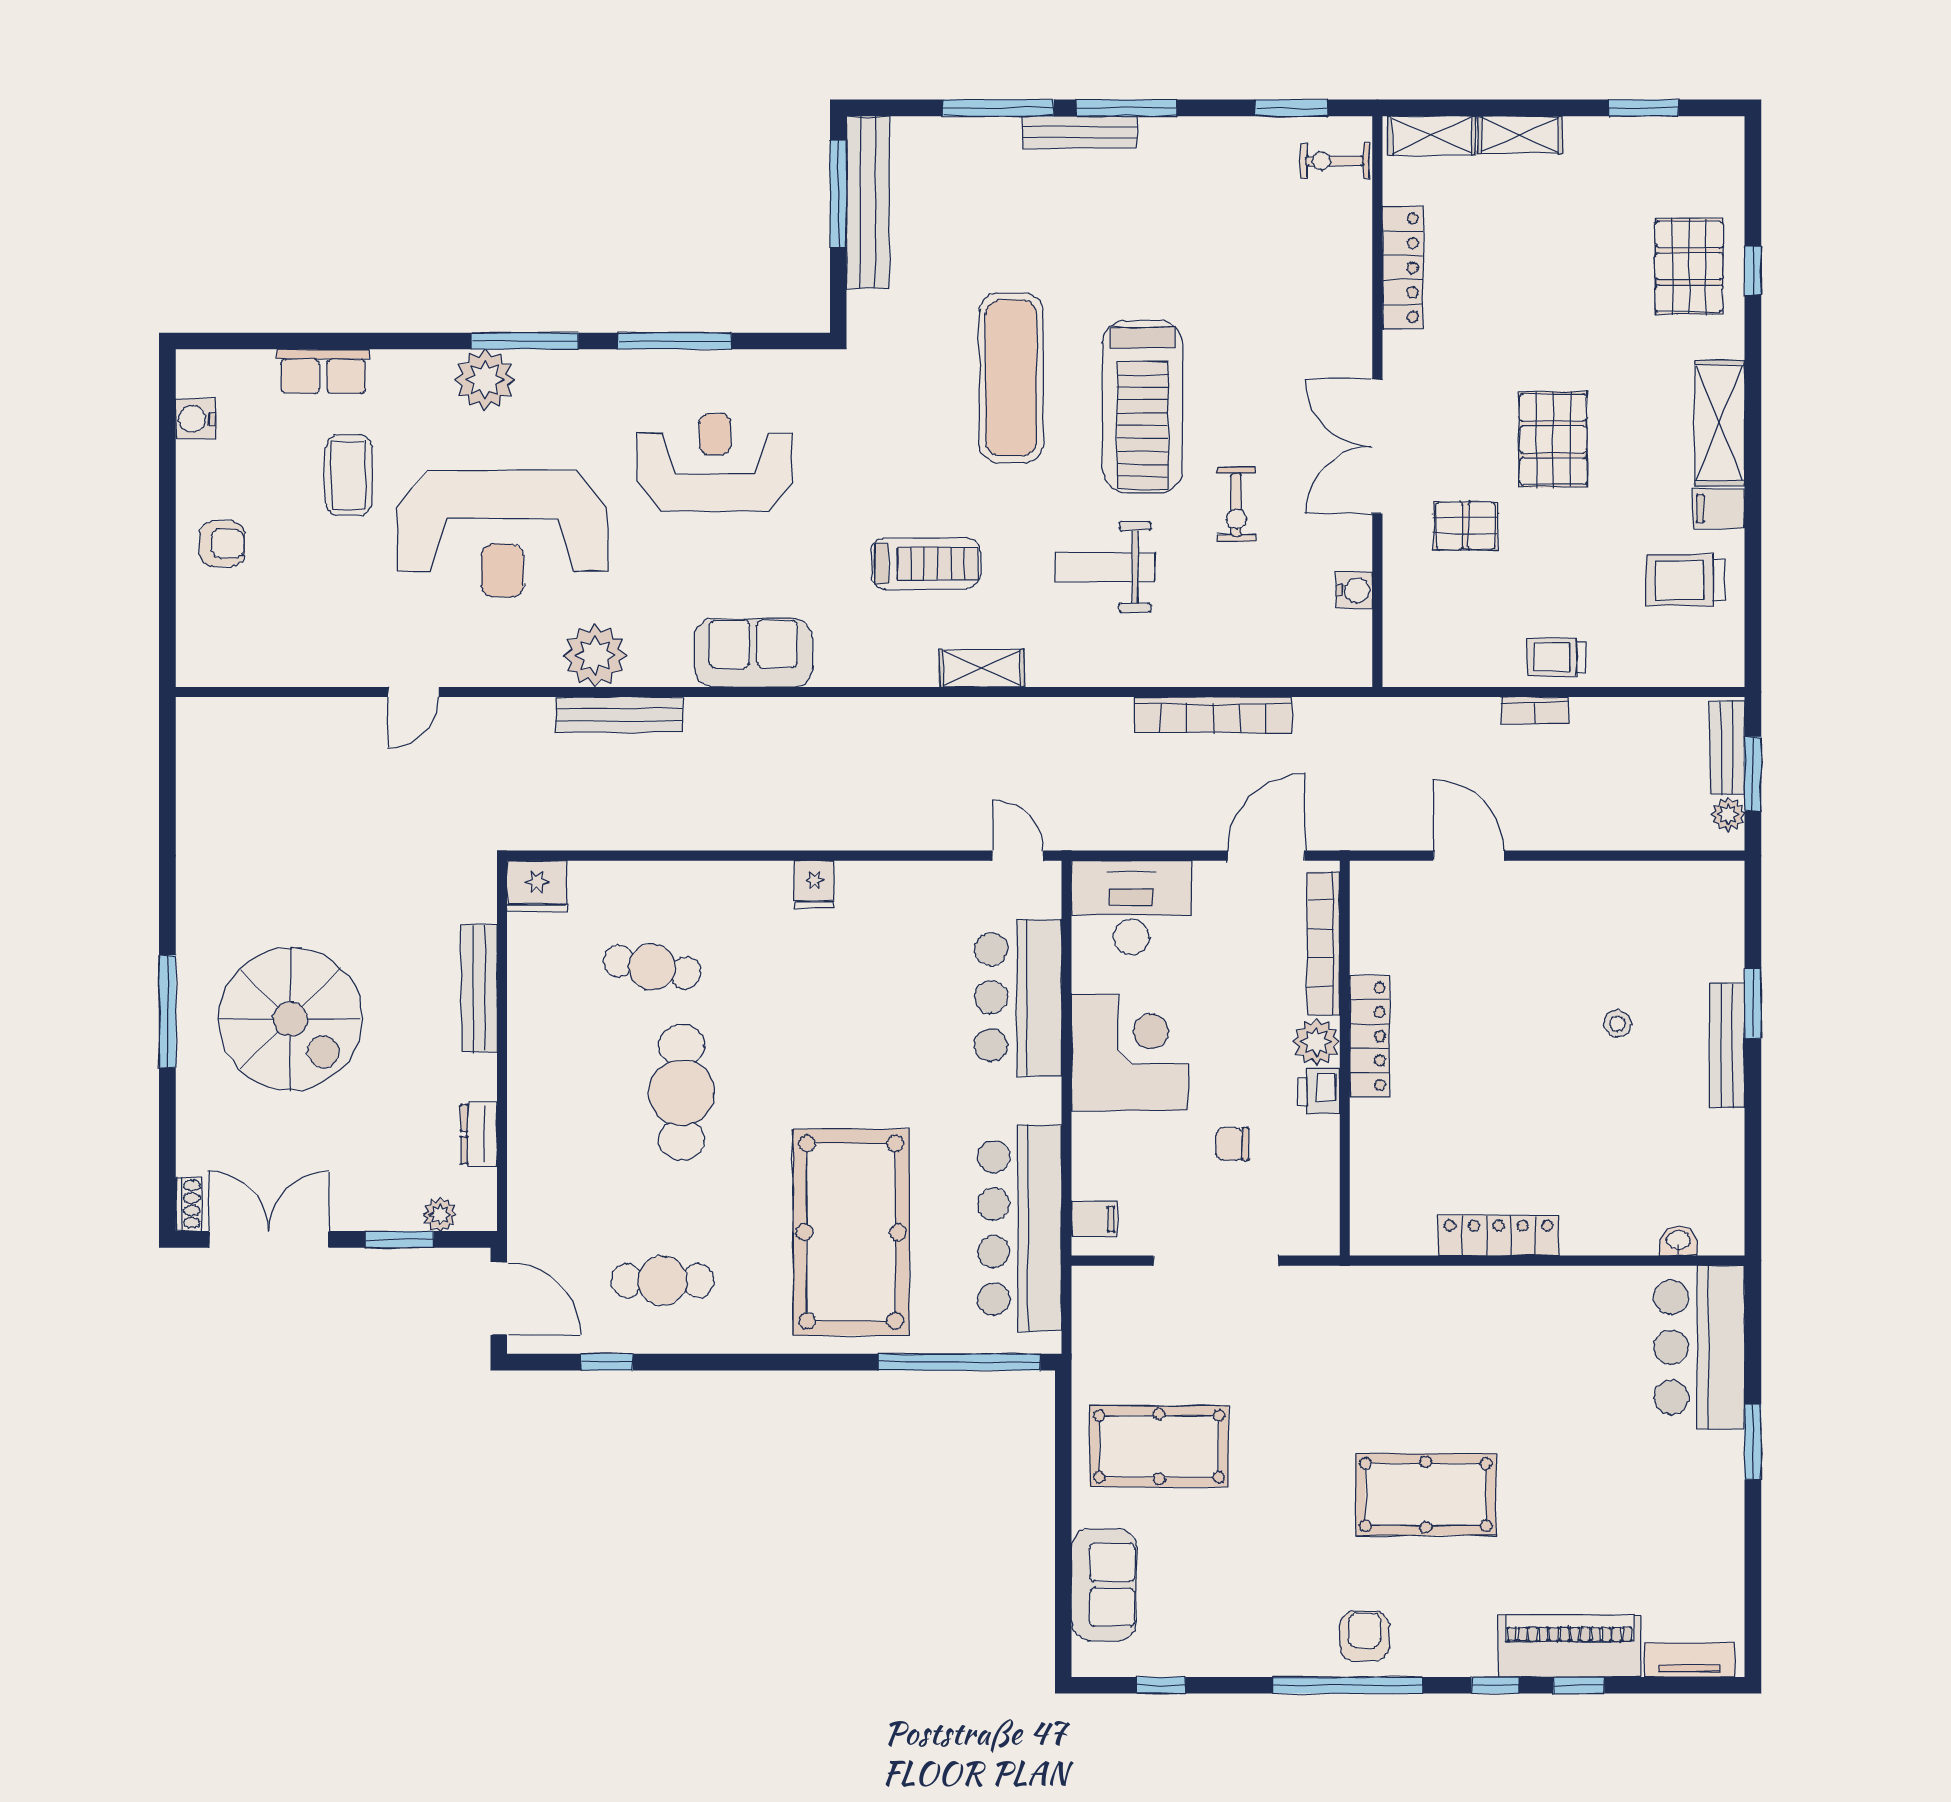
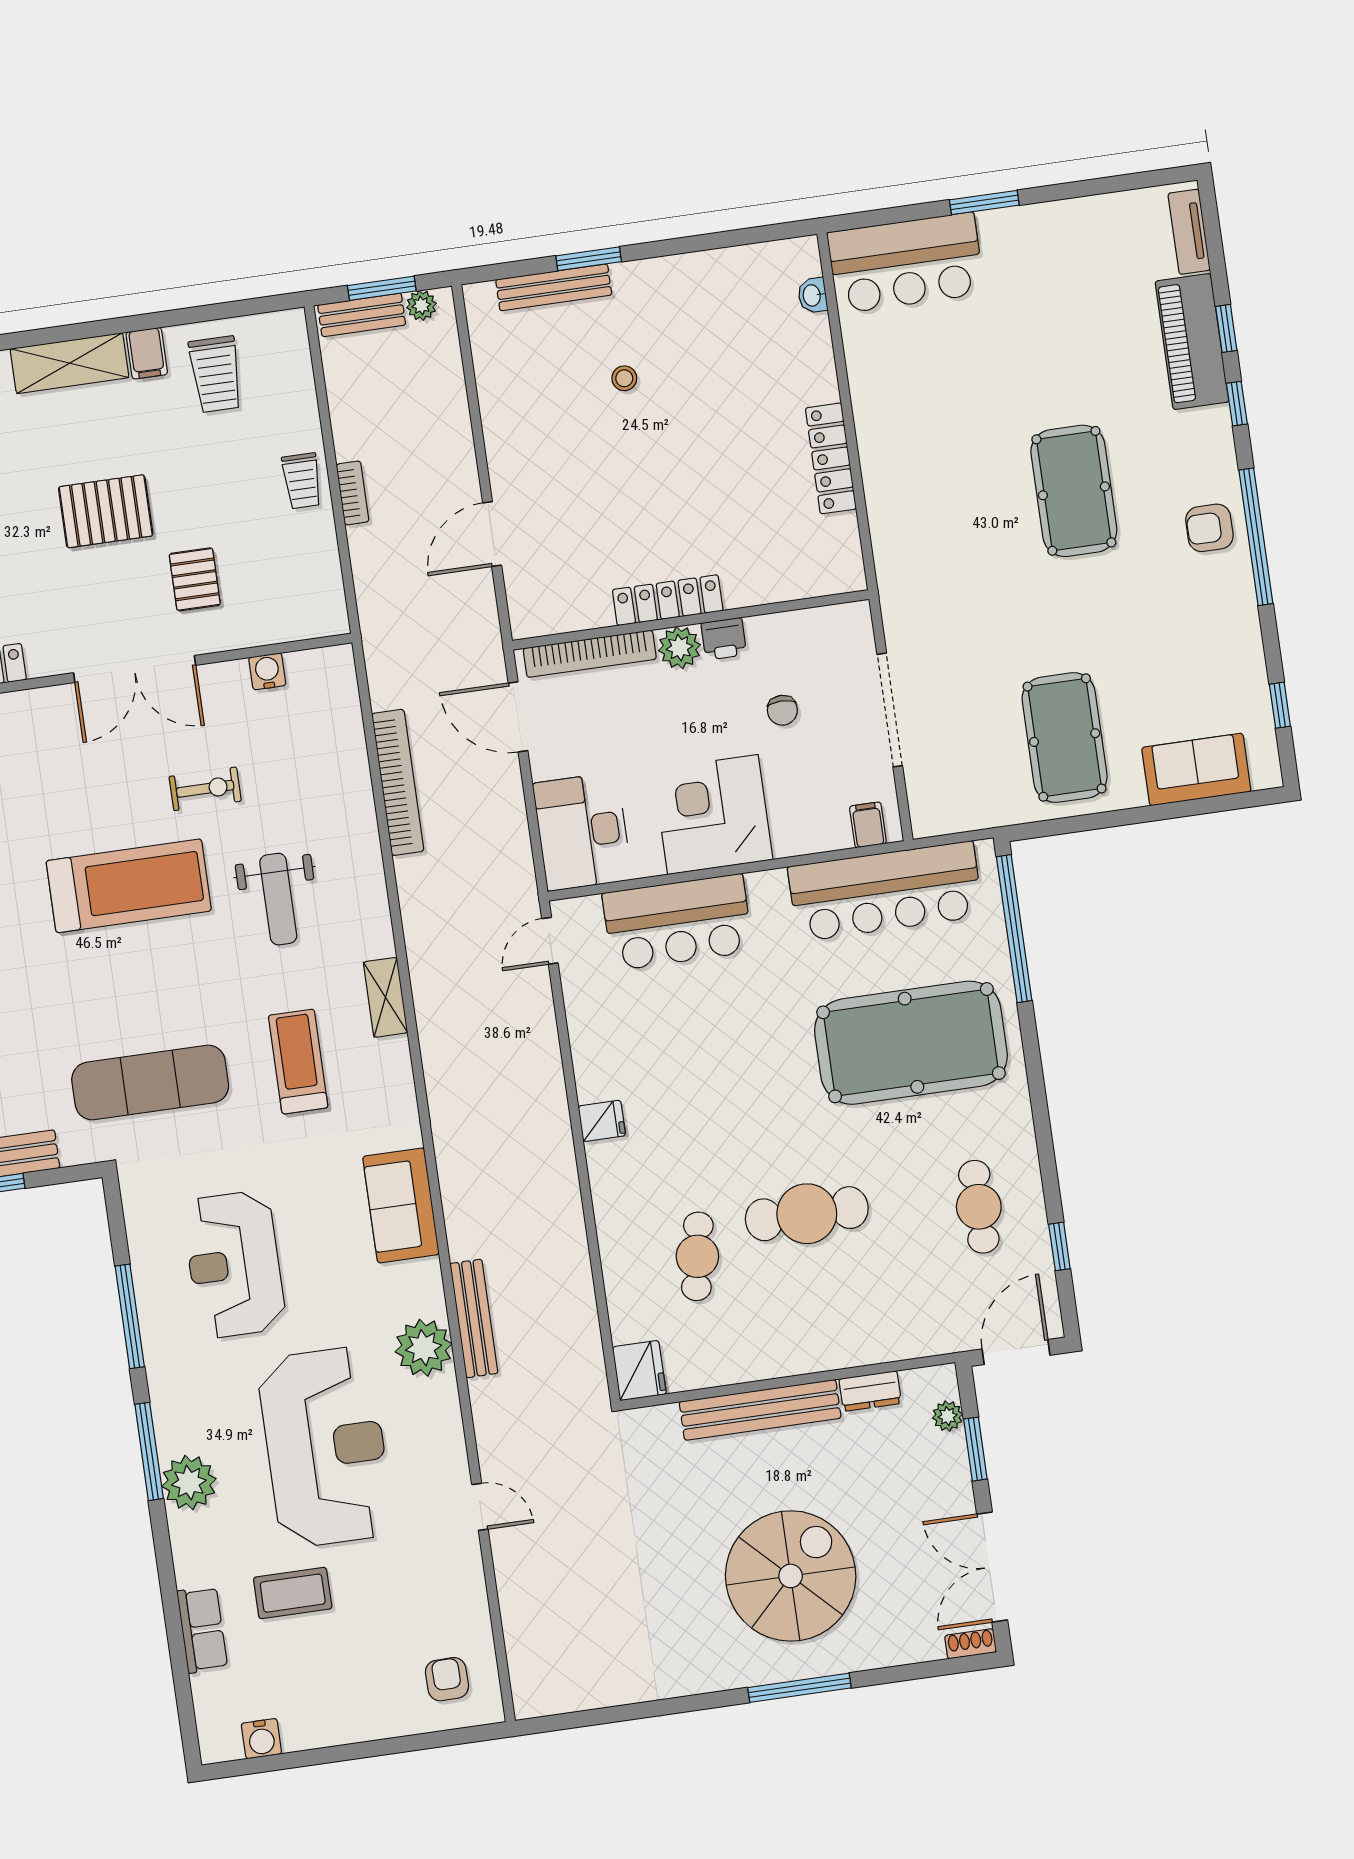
exercise mat: (1011, 378) -> (150, 1083), moved
armchair: (222, 544) -> (447, 1679), moved
bench: (479, 988) -> (760, 1410), width x1.37, depth x1.21
bench: (1727, 1046) -> (554, 287), moved

